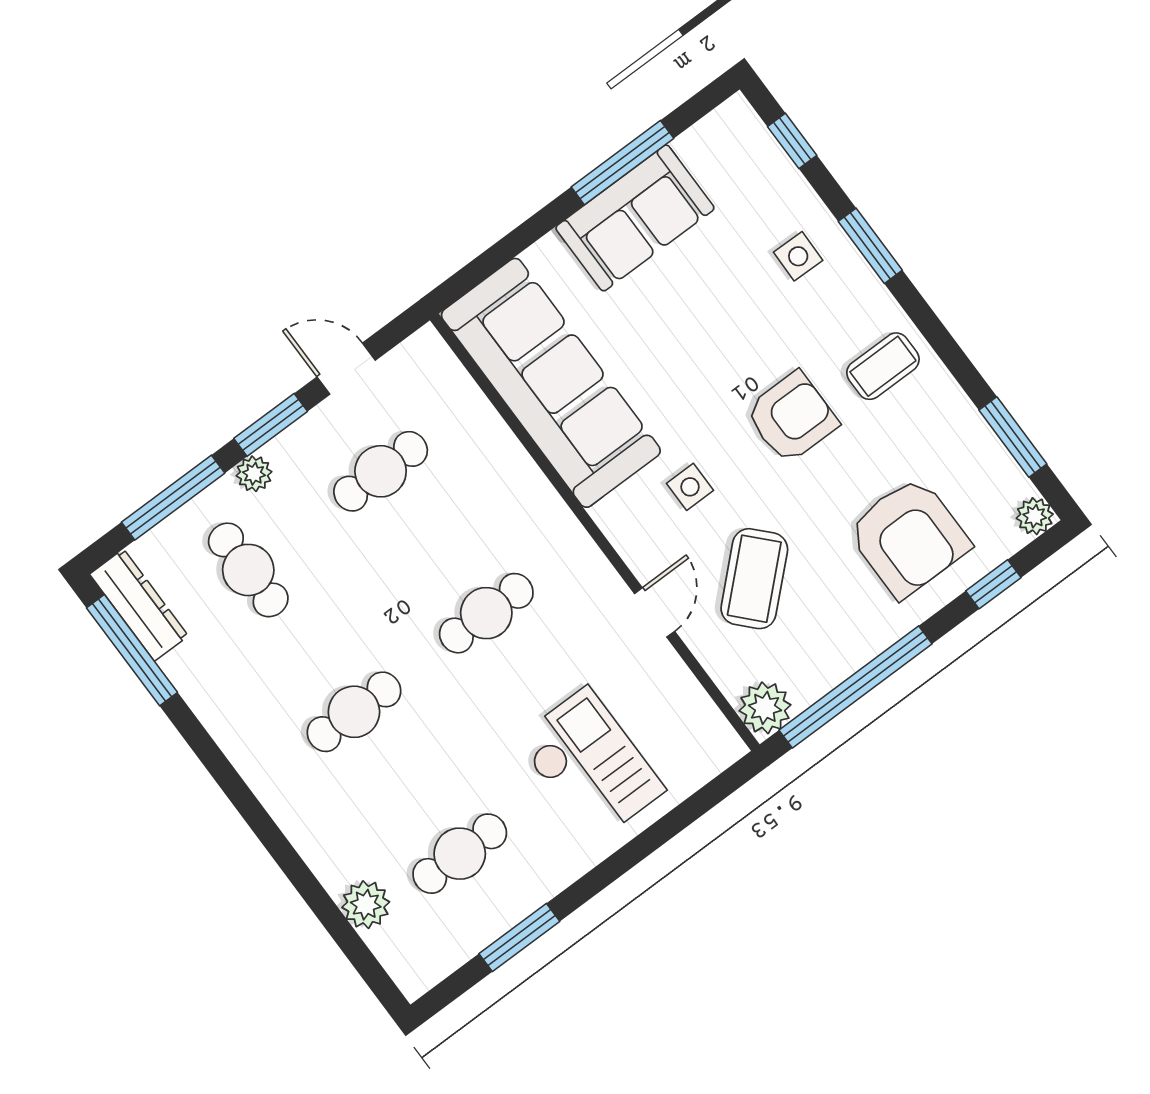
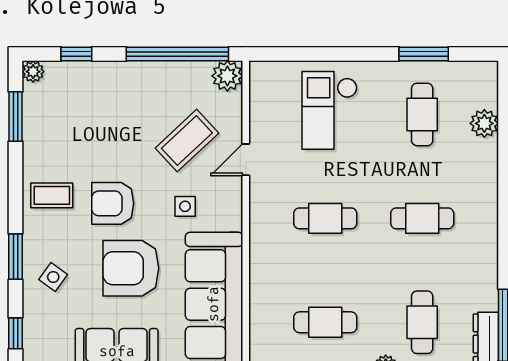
side table: (798, 256) -> (53, 277), turned 35
armchair: (909, 537) -> (131, 268), moved, turned -90
cafe table: (460, 854) -> (422, 114), turned 90

